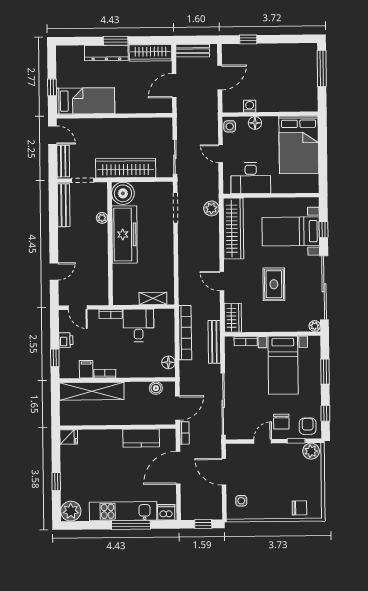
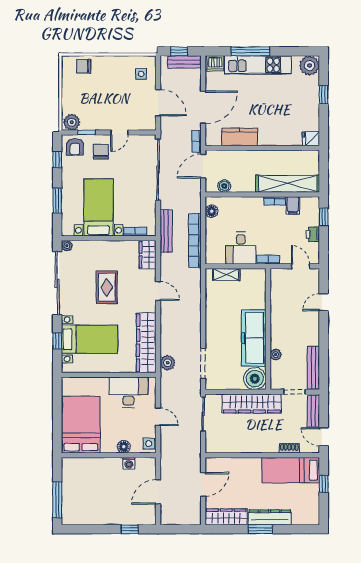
bench: (193, 51) -> (184, 62), moved
shoe rack: (87, 123) -> (289, 448), added

